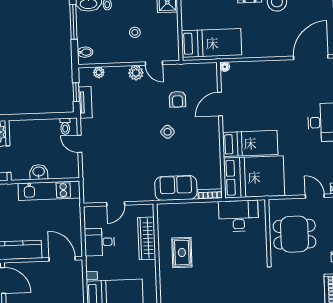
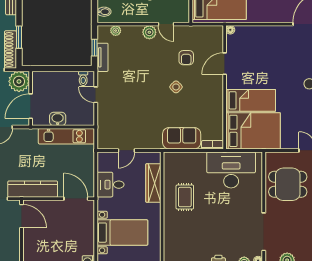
desk: (239, 216) -> (231, 170), width x1.36, depth x1.30

